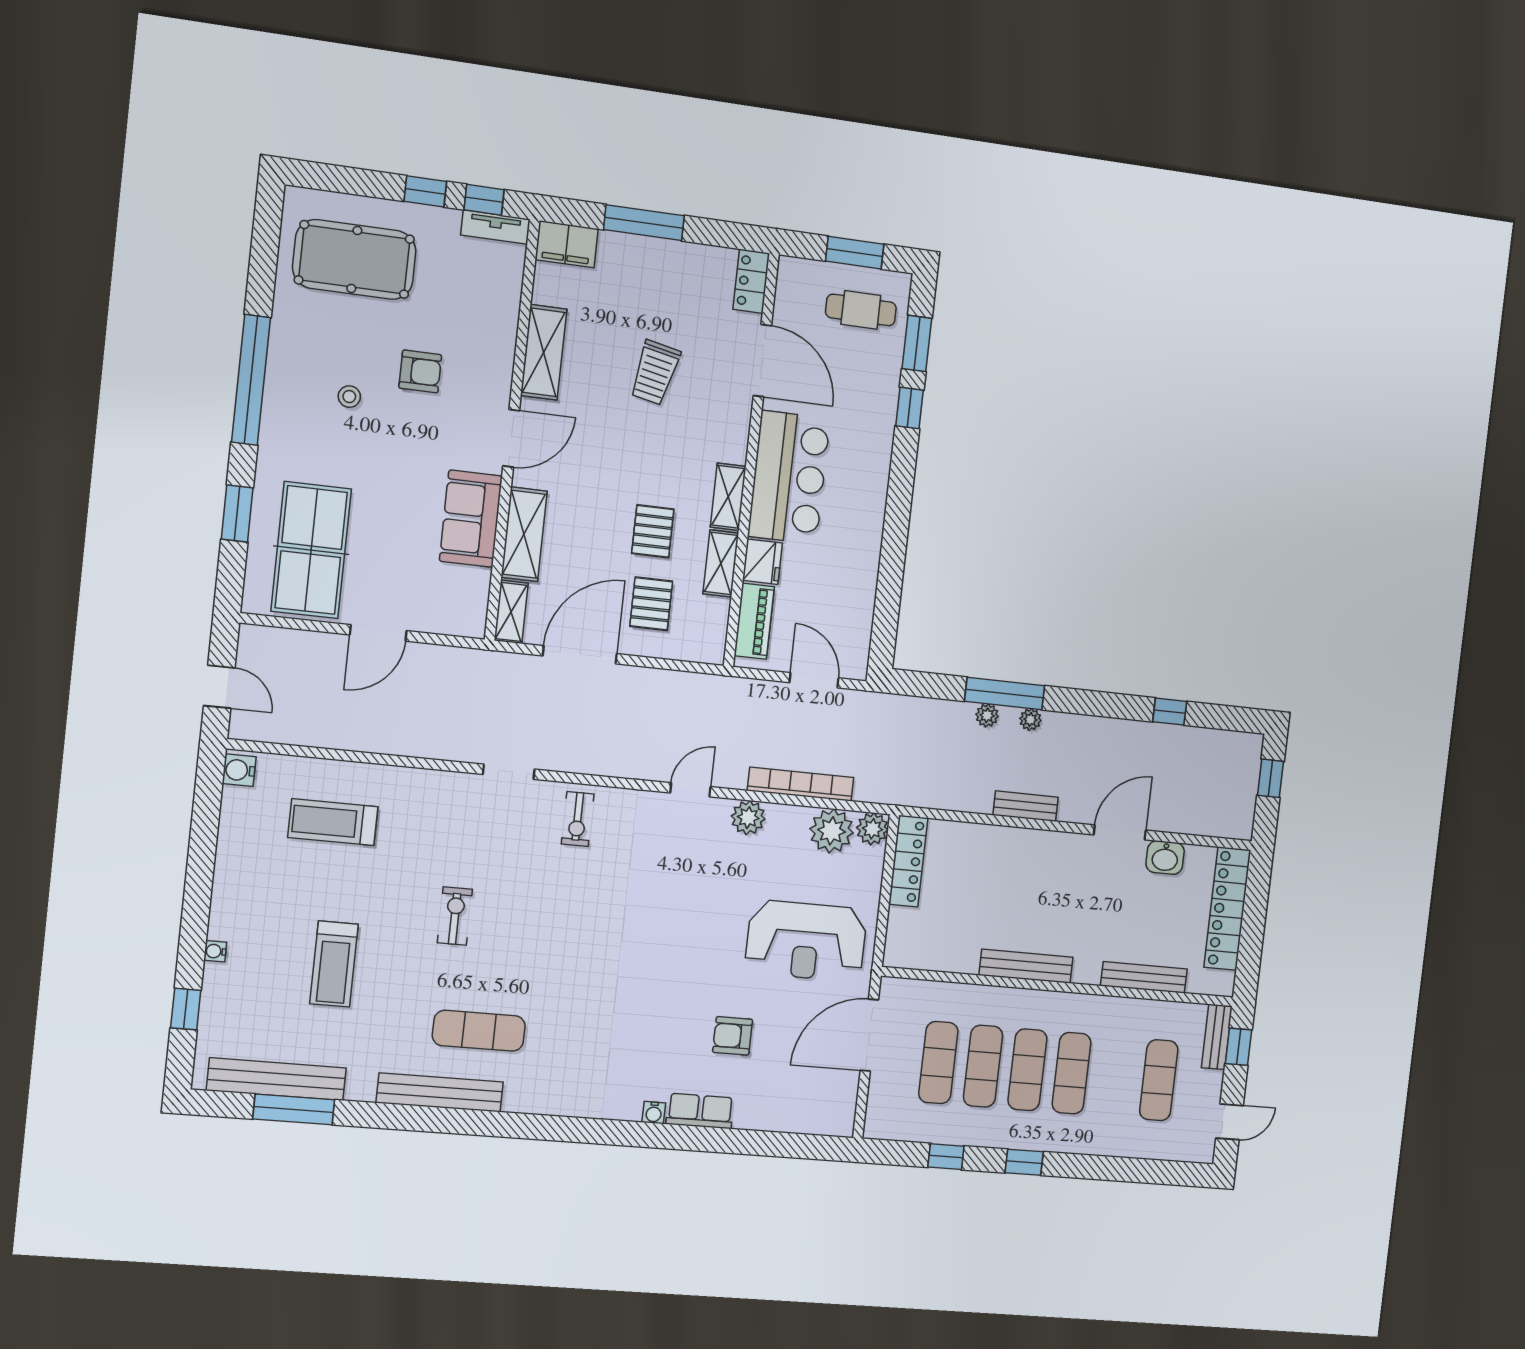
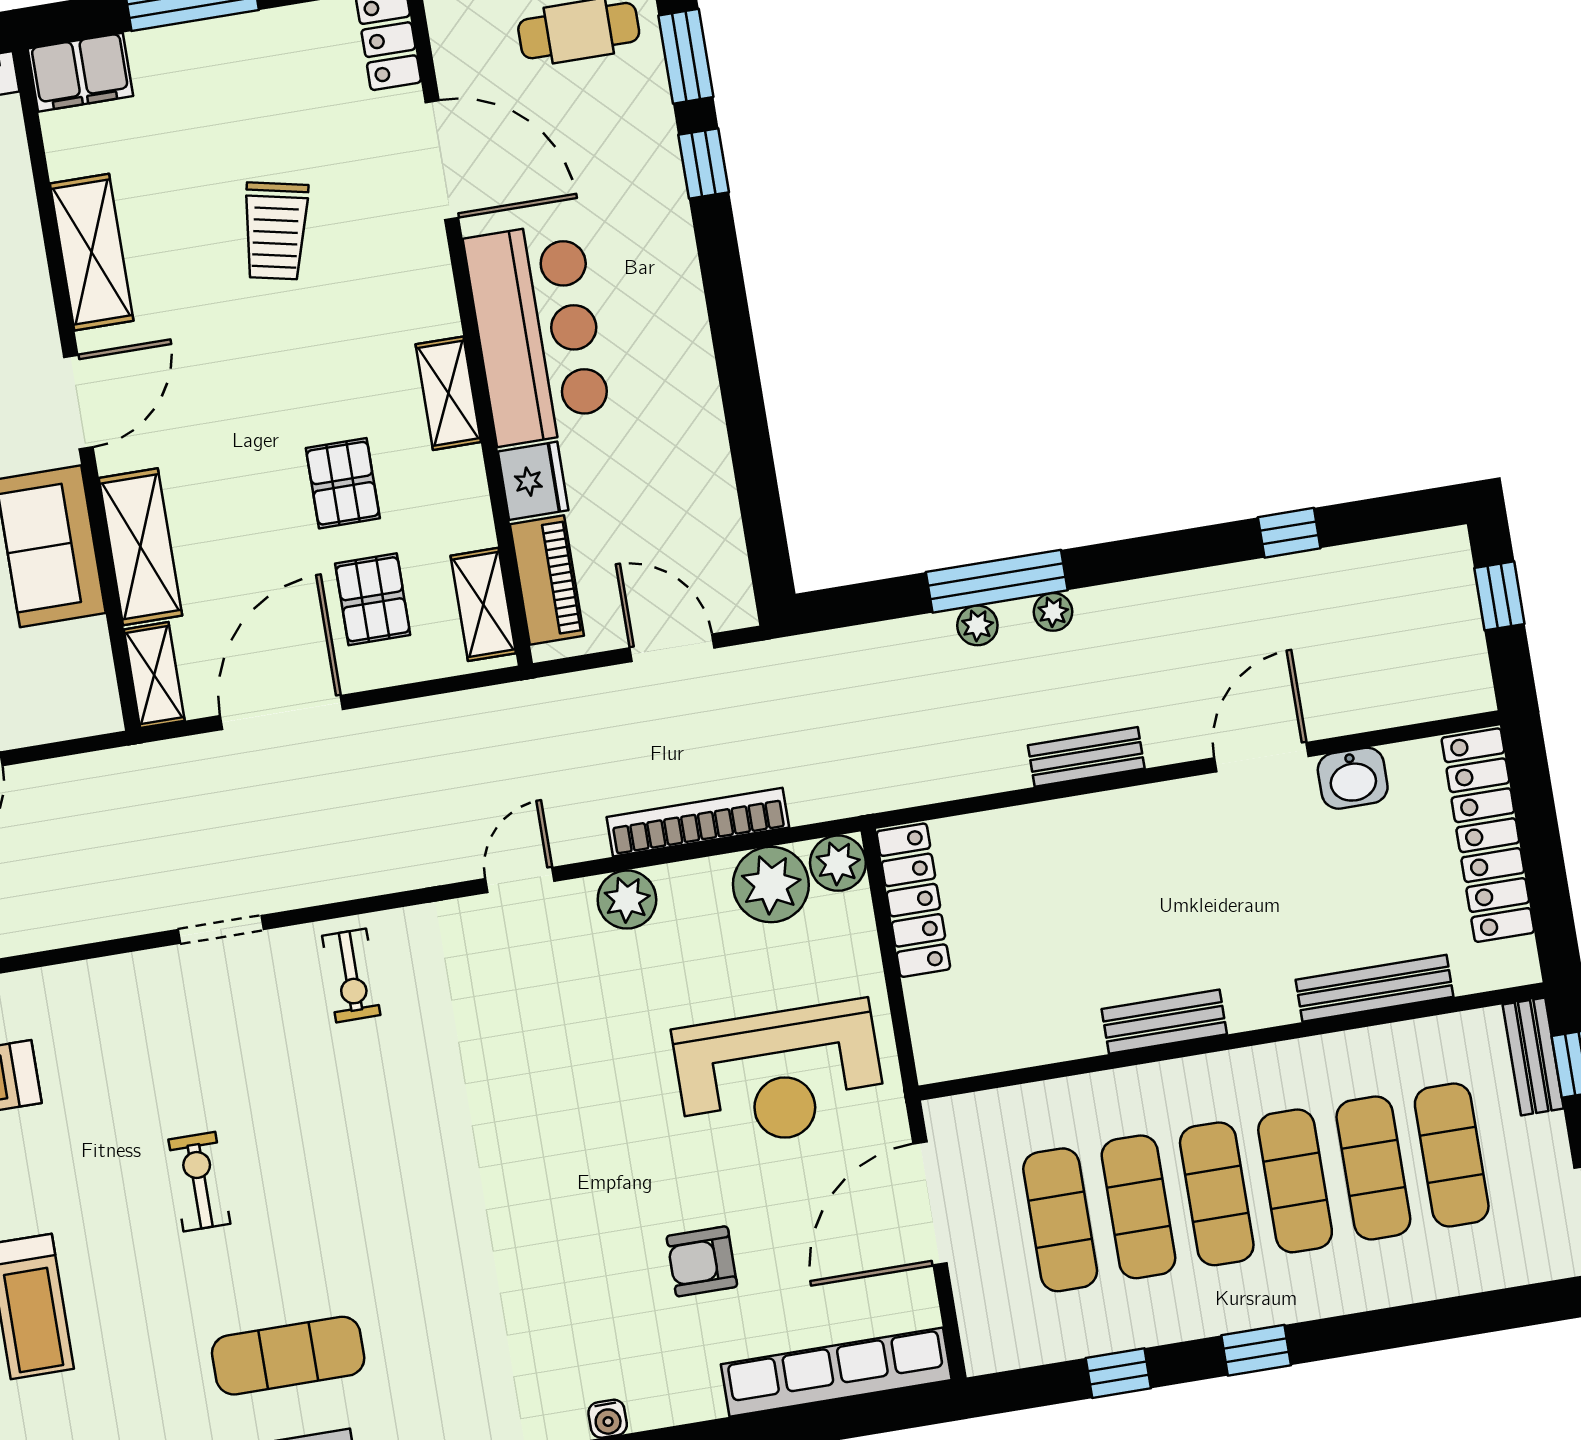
shelving: (721, 563) -> (483, 604), moved
bench: (1026, 966) -> (1164, 1022), width x0.73
exercise mat: (1115, 1077) -> (1373, 1168), added
row of seats: (700, 1111) -> (836, 1372), moved, width x2.02

